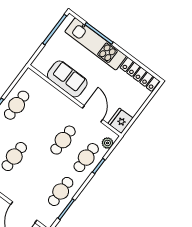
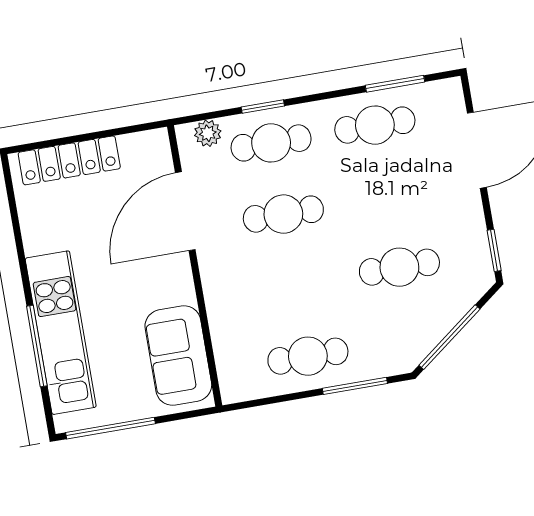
locker: (140, 74) -> (69, 160), moved, turned 90
sofa: (67, 79) -> (178, 355), moved
door: (93, 114) -> (185, 211), width x1.36
fridge: (120, 121) -> (147, 151), removed

